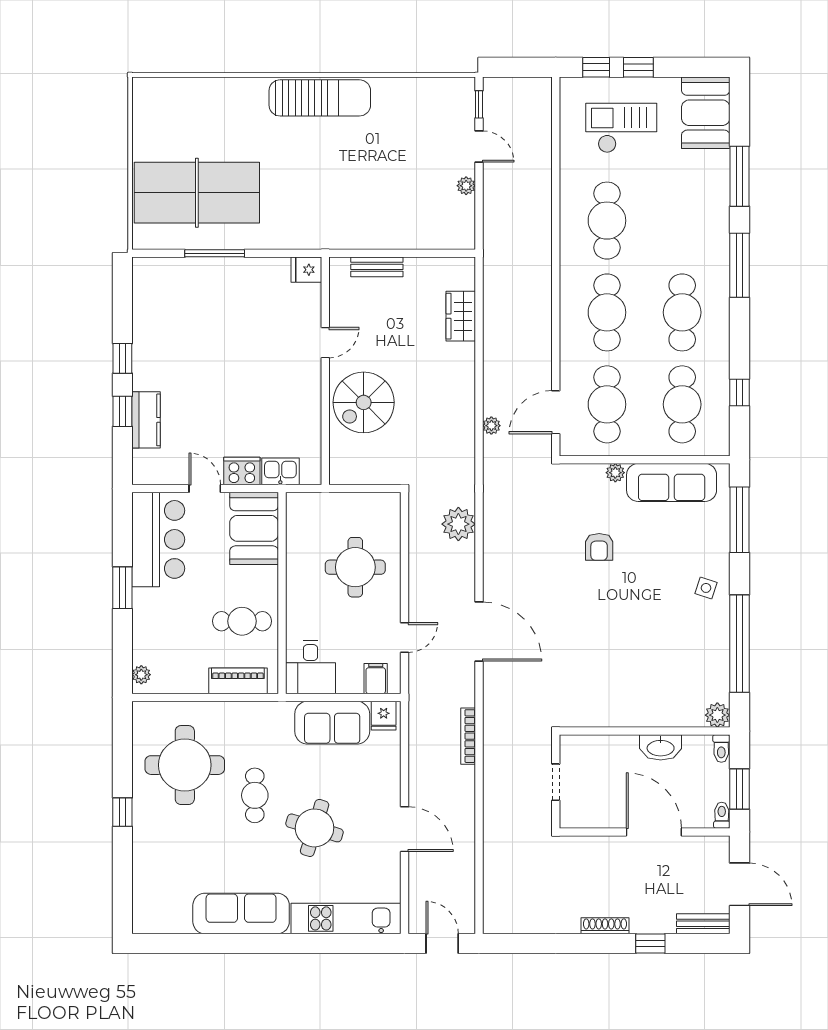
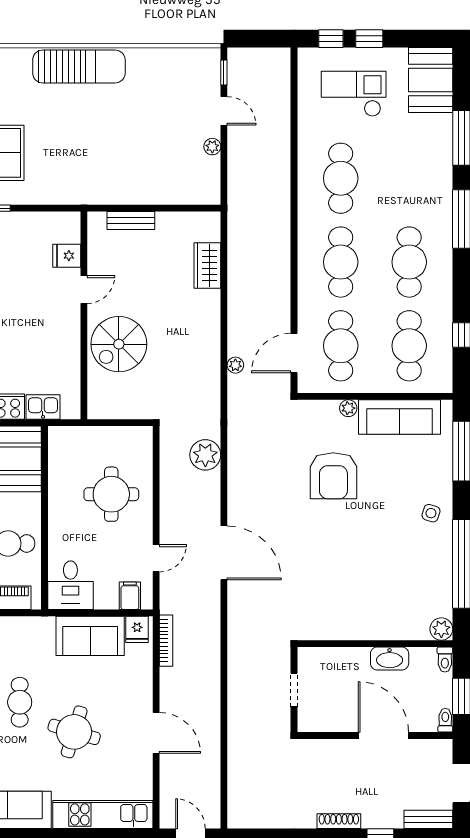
fridge: (306, 270) -> (67, 256), moved
armchair: (599, 547) -> (333, 476), width x1.88, depth x1.88
bookcase: (468, 736) -> (166, 641), moved, turned 180

